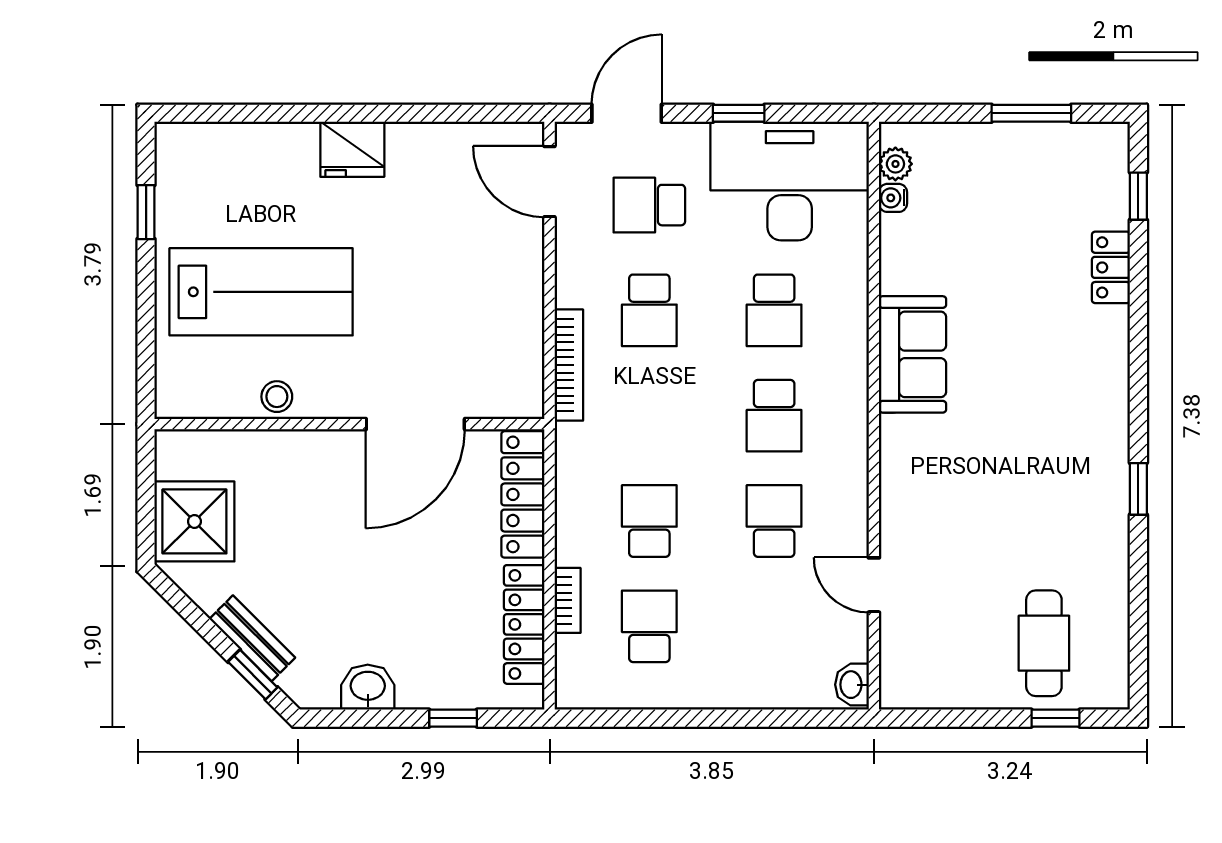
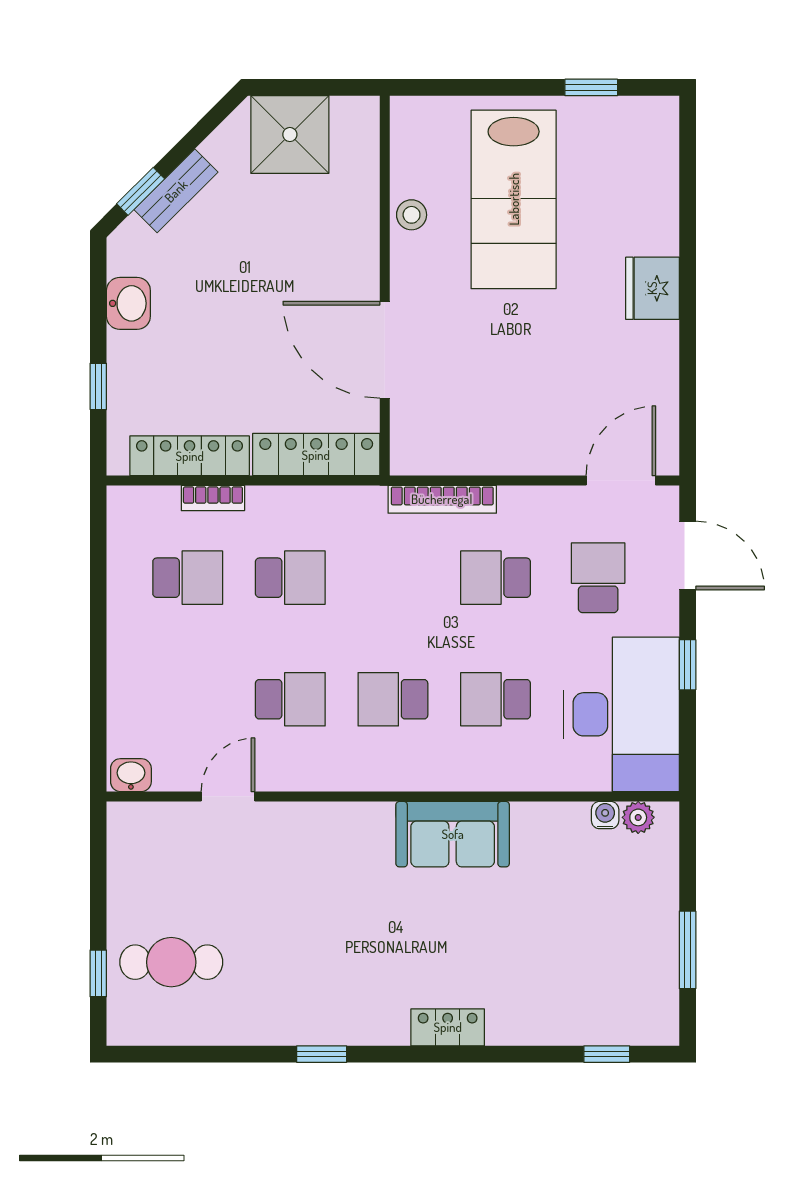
locker: (1111, 267) -> (448, 1027), moved

